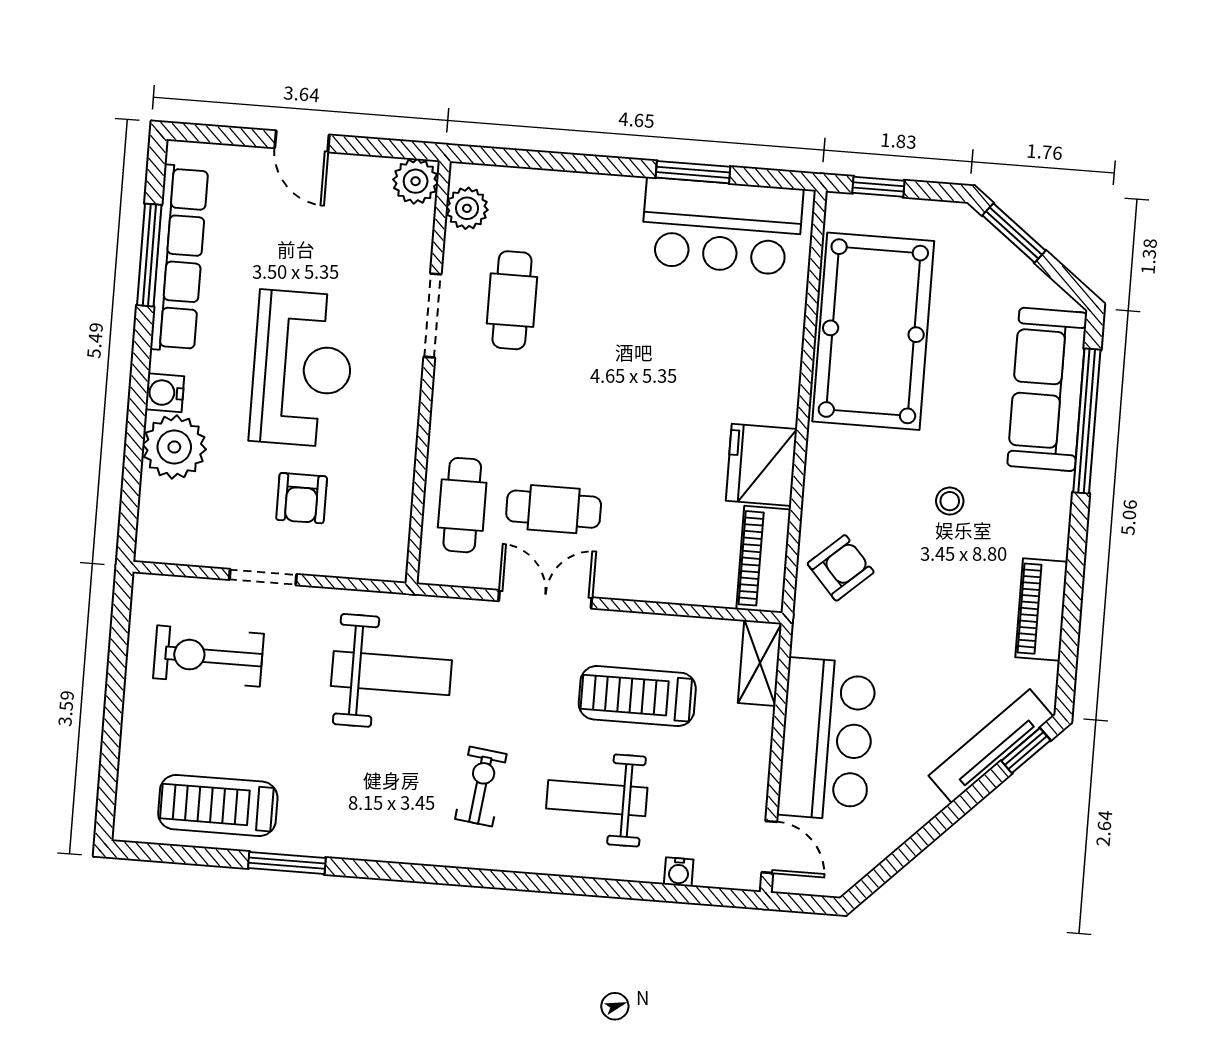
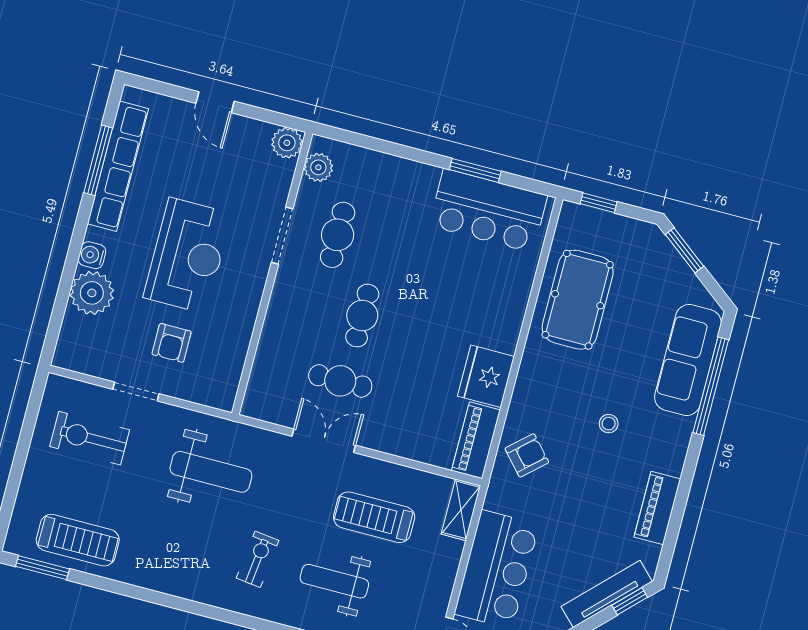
pool table: (873, 331) -> (578, 300), width x0.73, depth x0.76
cafe table: (462, 505) -> (362, 316), moved
treadmill: (218, 805) -> (78, 540), turned 180
window: (287, 863) -> (42, 568), moved

